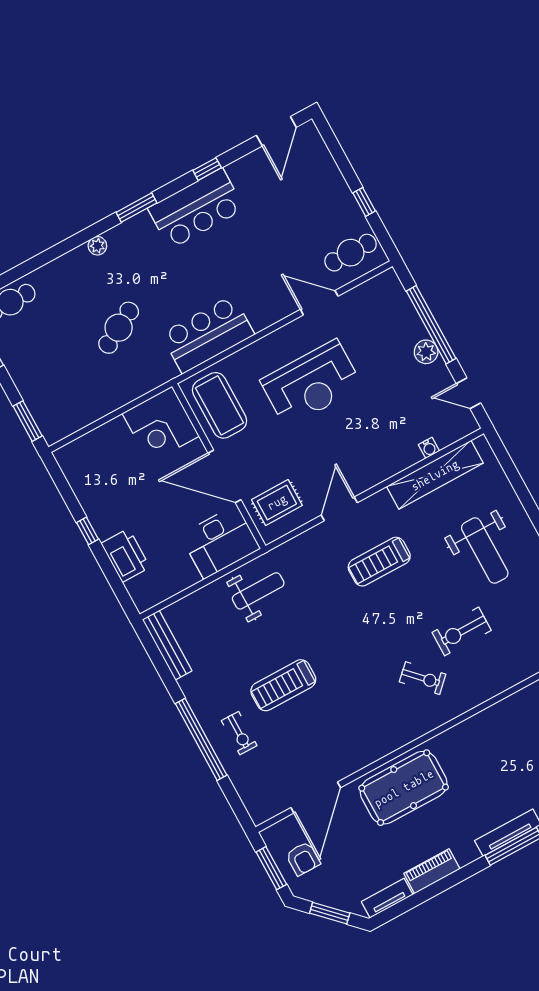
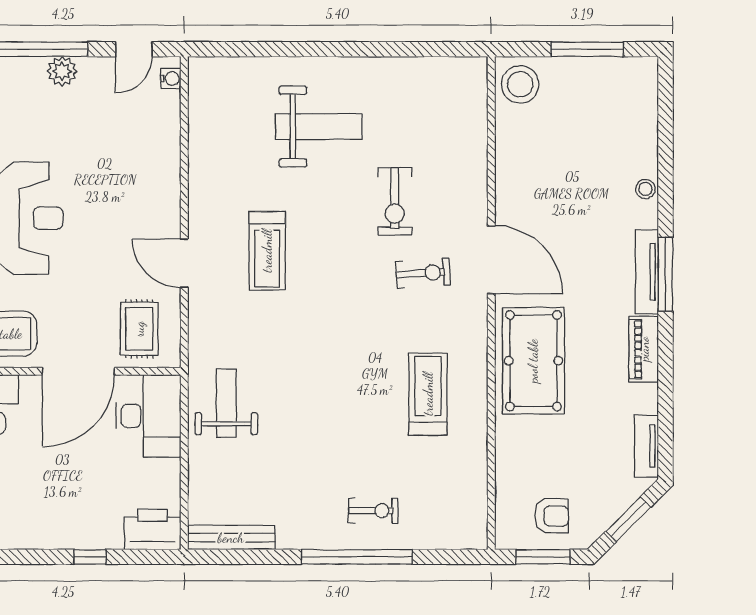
water cooler: (429, 448) -> (171, 79), moved
shelving: (435, 475) -> (204, 136), removed
window: (87, 531) -> (90, 557), moved
printer: (125, 555) -> (152, 529), moved
exercise bike: (423, 678) -> (423, 273), turned 40
treadmill: (283, 685) -> (428, 394), moved, turned 180
door: (316, 798) -> (491, 260), moved
piano: (432, 871) -> (644, 349), moved

